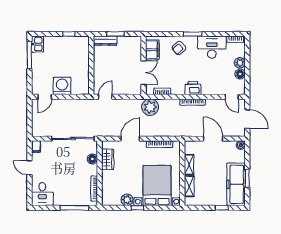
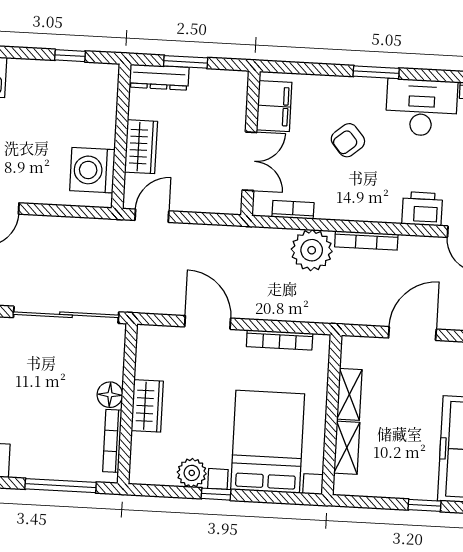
armchair: (179, 48) -> (348, 140), moved
wardrobe: (99, 69) -> (141, 147), added
washing machine: (62, 86) -> (92, 170), moved, turned -90
printer: (193, 88) -> (422, 209), moved
plant: (150, 107) -> (312, 250), moved
door: (130, 139) -> (208, 322), hinge flipped
door: (213, 139) -> (412, 334), hinge flipped
floor lamp: (92, 159) -> (110, 395), moved
wardrobe: (108, 159) -> (147, 406), moved

